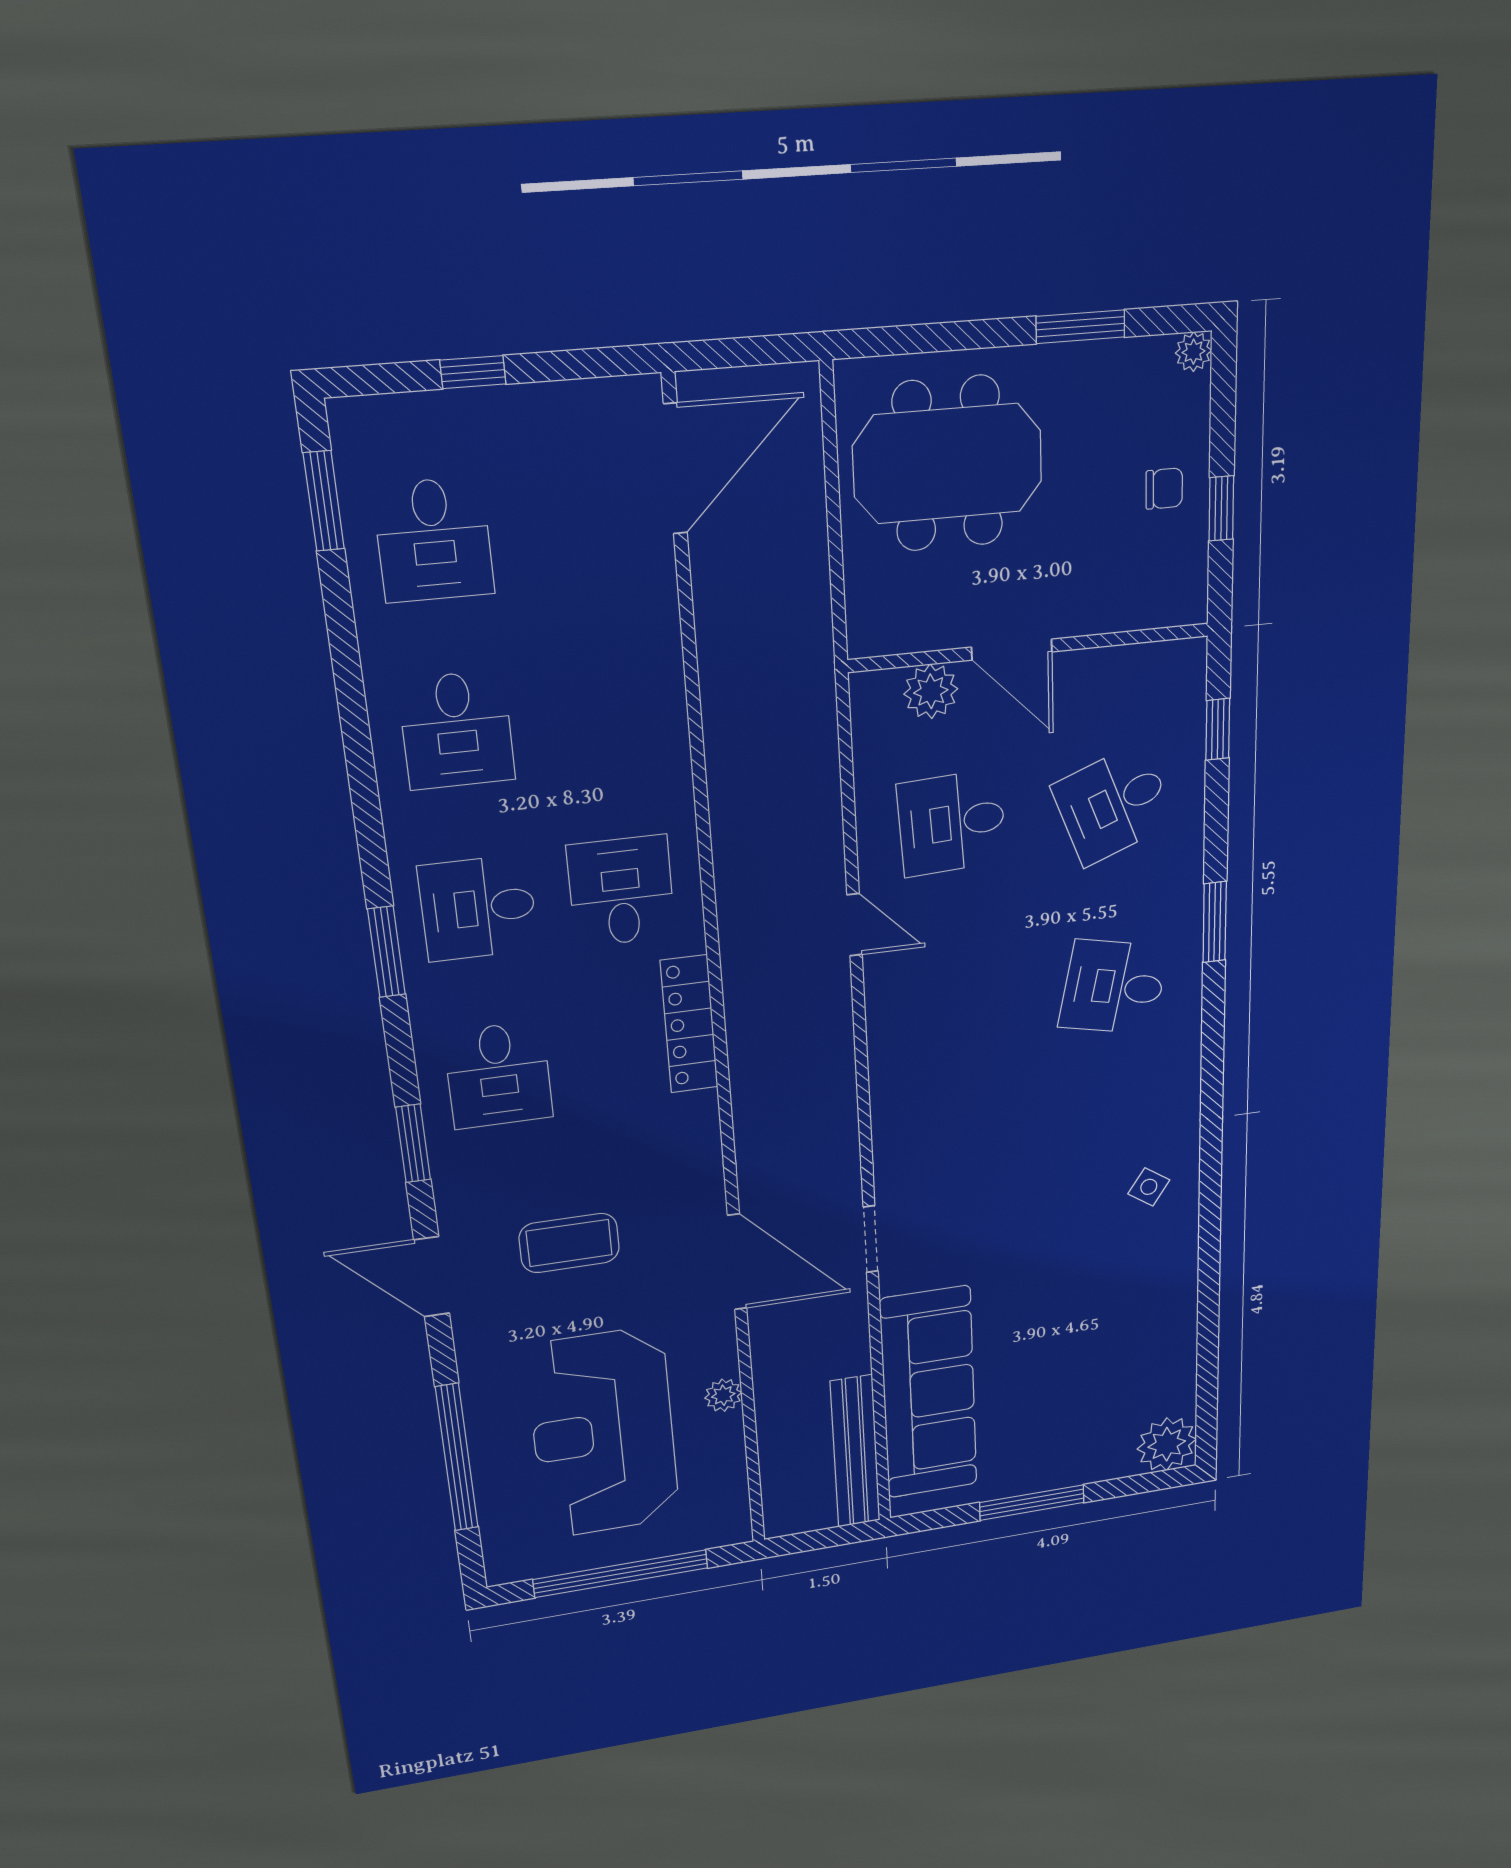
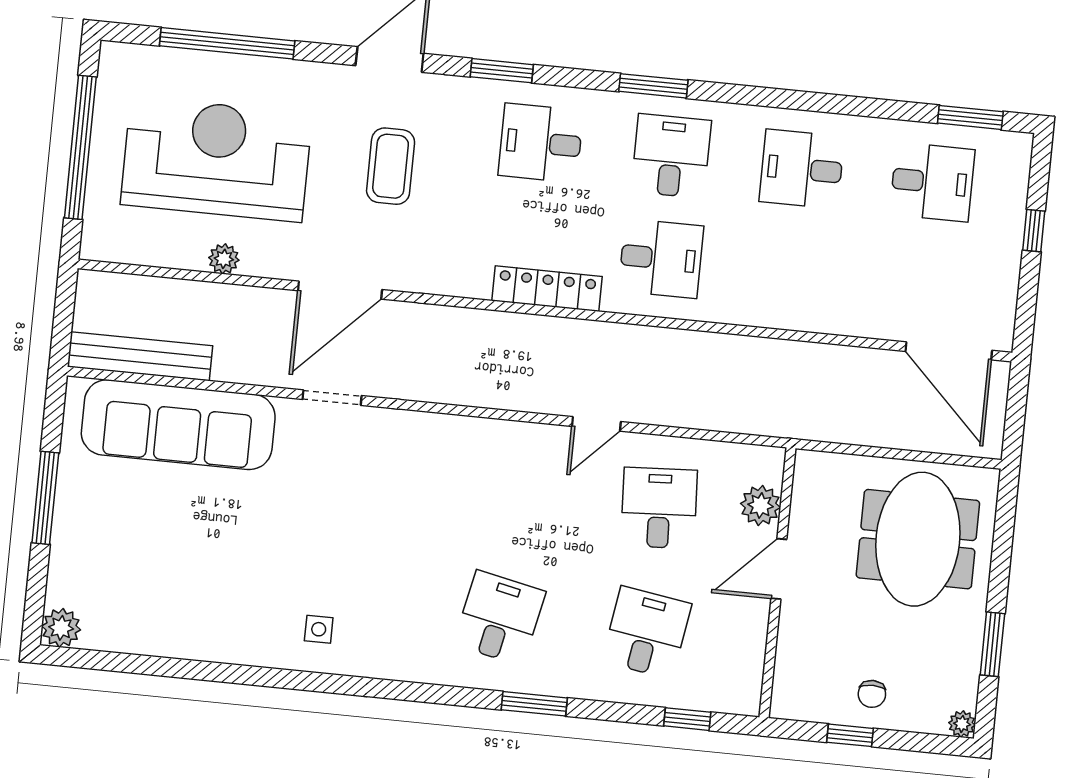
desk: (434, 540) -> (932, 182), turned 180
desk: (1113, 804) -> (647, 633), turned 30
side table: (1149, 1187) -> (319, 629), turned -34
plant: (1167, 1444) -> (61, 628), width x0.73, depth x0.73

